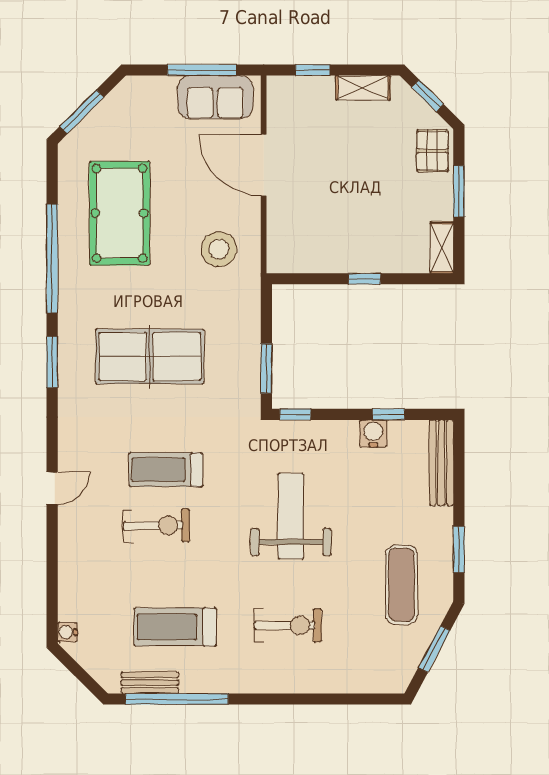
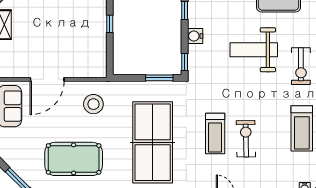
table tennis table: (150, 357) -> (153, 142), width x1.36, depth x1.32
water cooler: (373, 433) -> (195, 36), moved
weight bench: (291, 516) -> (254, 50), moved
exercise bike: (288, 625) -> (301, 66), turned 180

